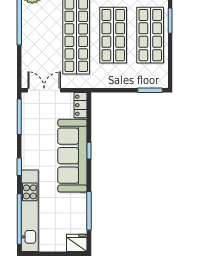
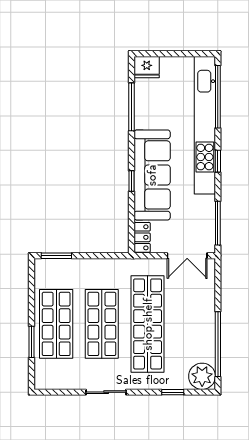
kitchen unit: (30, 211) -> (205, 125), width x1.36

